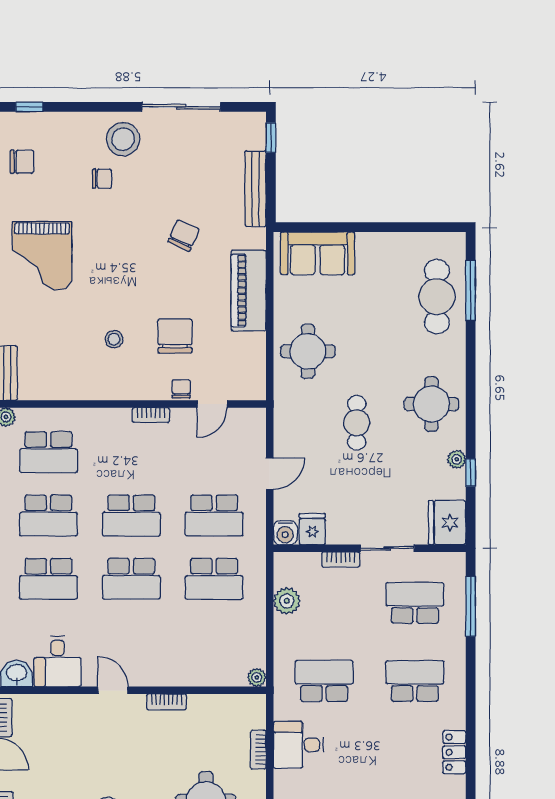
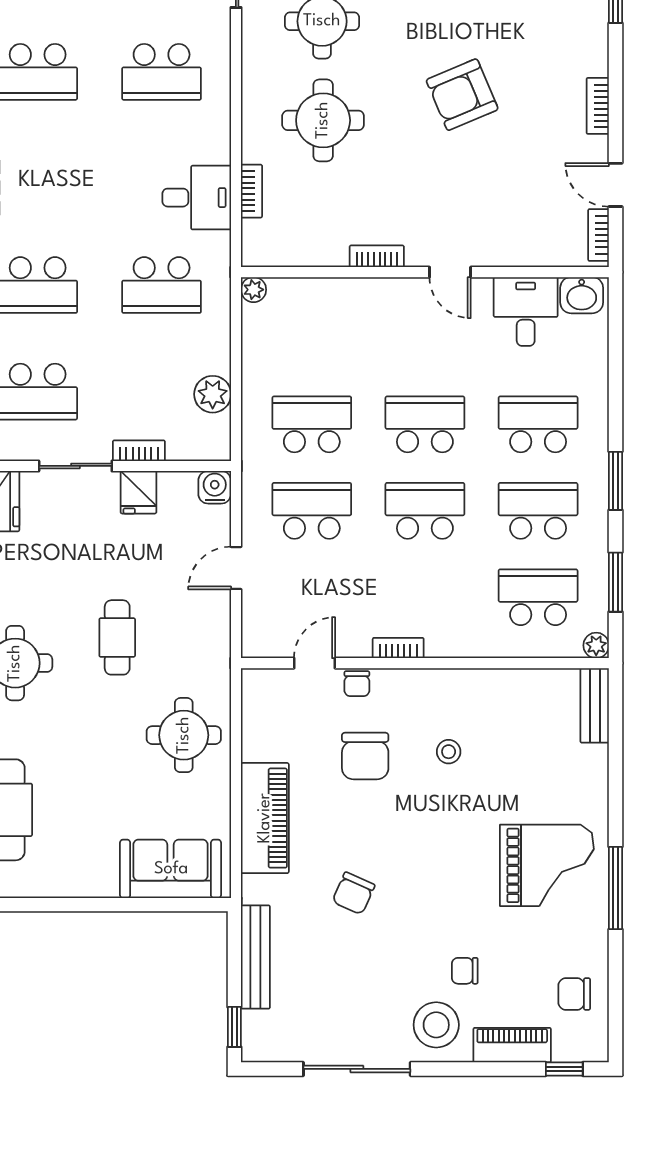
piano: (67, 124) -> (512, 1045), added
grand piano: (42, 256) -> (547, 865), turned 90
fridge: (312, 529) -> (138, 492), moved

